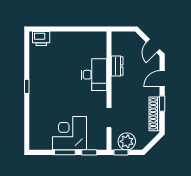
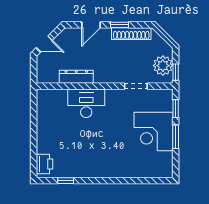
door: (153, 46) -> (44, 44), moved
dresser: (117, 66) -> (76, 77), width x1.44
door: (162, 79) -> (91, 25), hinge flipped
window: (27, 86) -> (66, 181), moved

